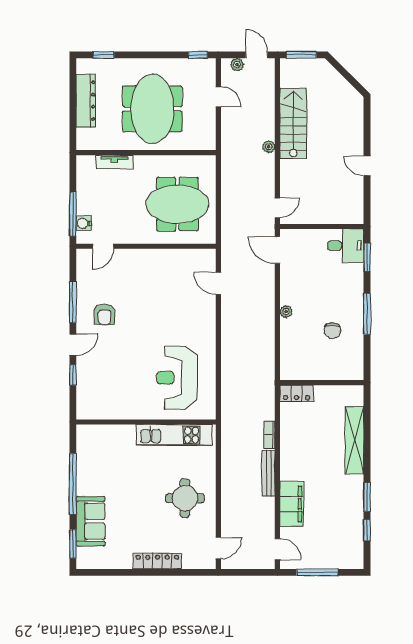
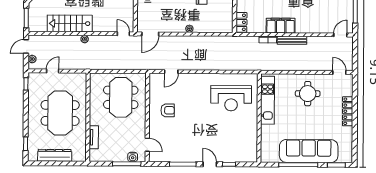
meeting table: (152, 109) -> (60, 113), turned 90
armchair: (104, 314) -> (168, 110), moved
filing cabinet: (292, 504) -> (281, 26), moved
sofa: (91, 521) -> (309, 151), width x1.85, depth x1.27

